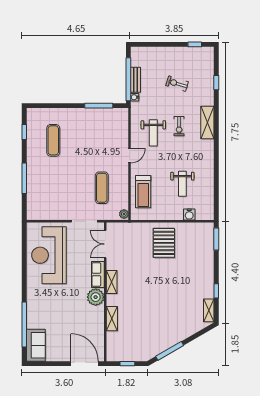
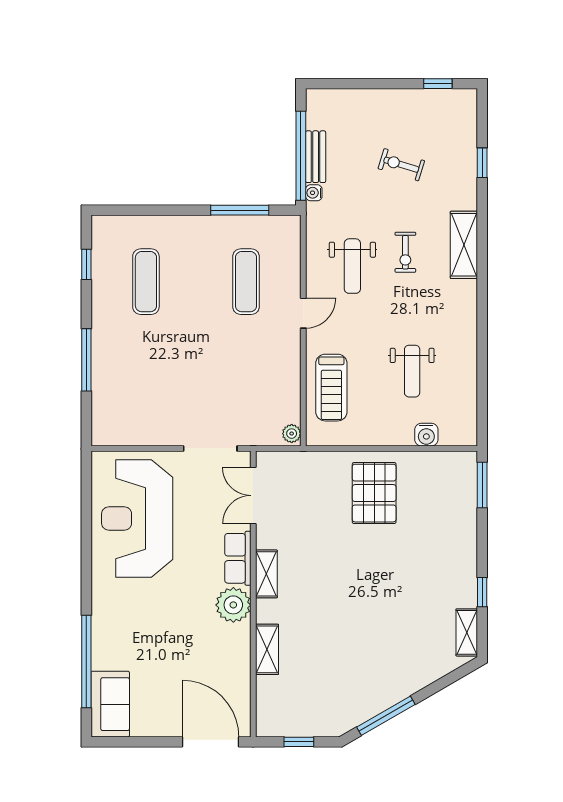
exercise mat: (102, 188) -> (246, 282), moved

